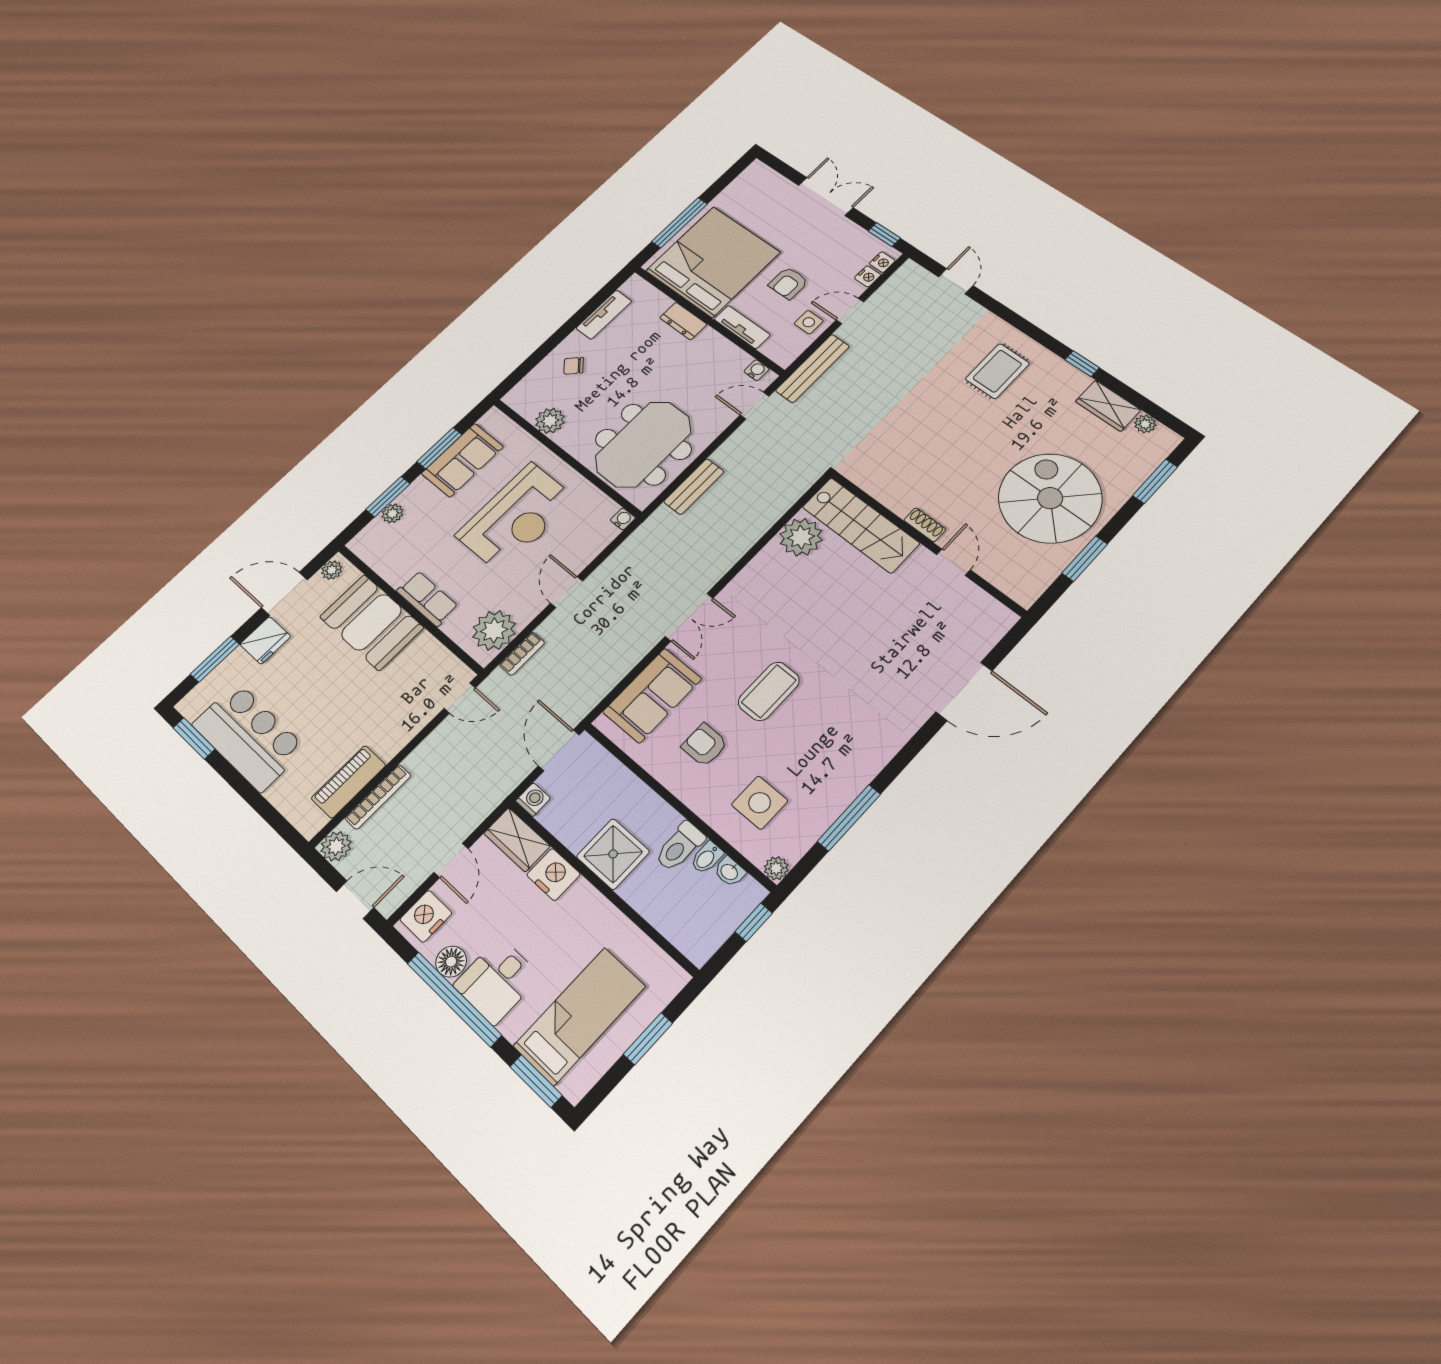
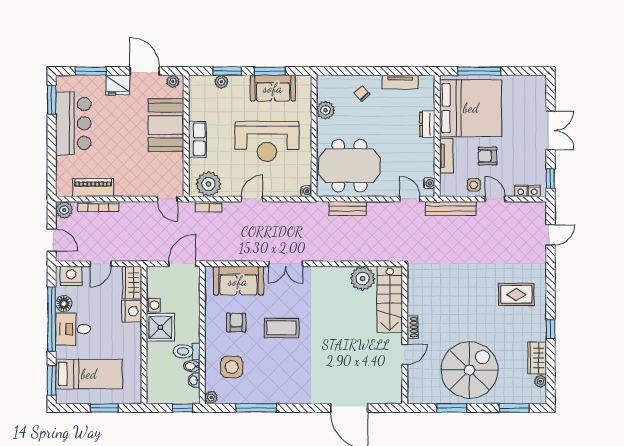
washing machine: (533, 800) -> (153, 305), moved

